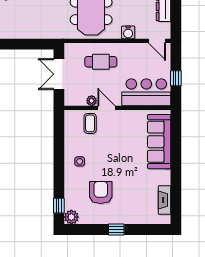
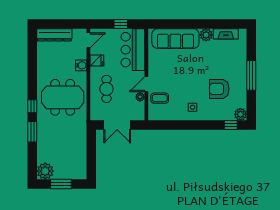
fridge: (134, 51) -> (97, 61), added
plant: (163, 177) -> (206, 35), added
window: (116, 229) -> (251, 75), width x2.17

